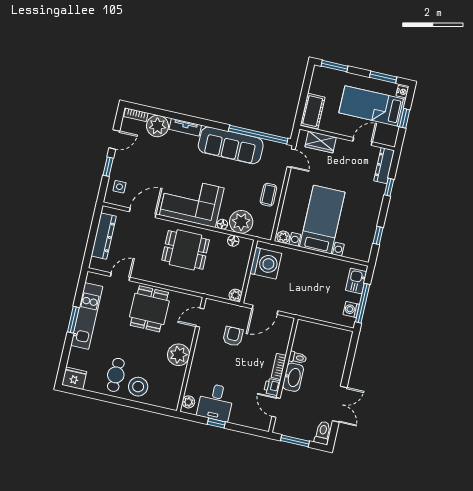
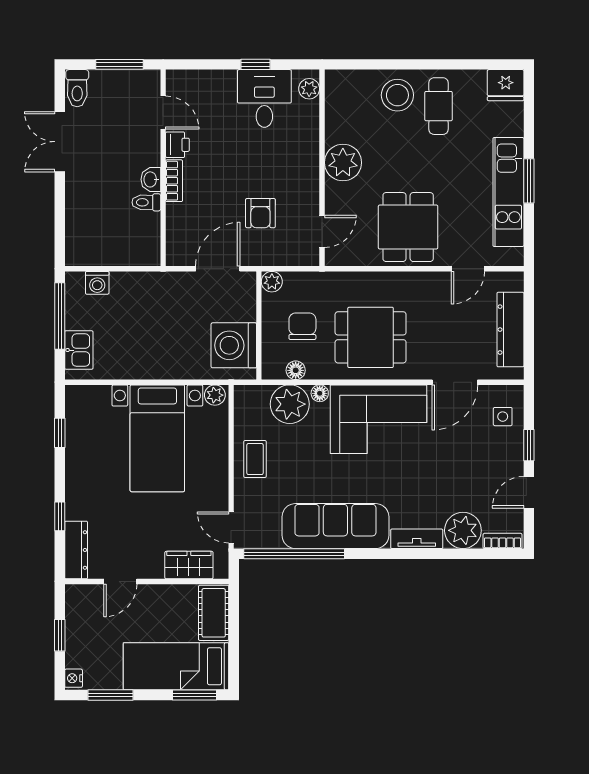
bed: (372, 106) -> (176, 666), moved, turned 180
chair: (224, 265) -> (302, 326), added
washing machine: (351, 309) -> (97, 283), moved, turned 90
washbasin: (293, 377) -> (151, 179), width x0.52, depth x0.69

